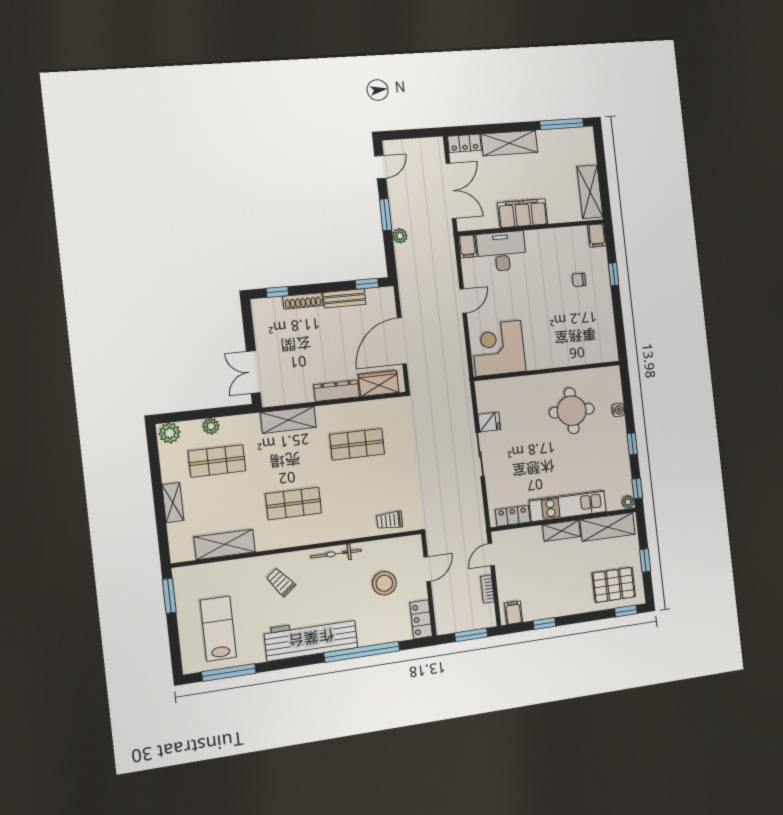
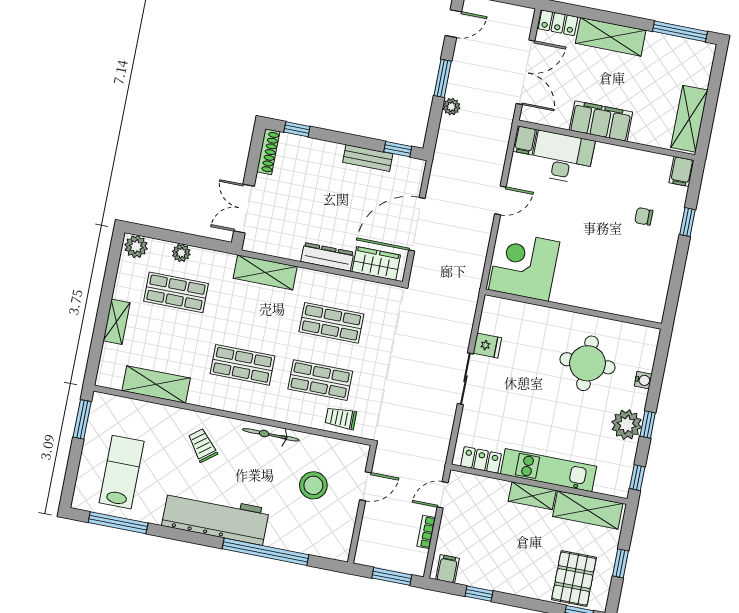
shoe rack: (303, 301) -> (268, 152), moved, turned -90
shop shelf: (363, 495) -> (320, 380), added
plant: (628, 502) -> (627, 425), moved, width x1.87, depth x1.87
pallet: (614, 585) -> (574, 579), turned 90
locker: (421, 619) -> (341, 539), removed

